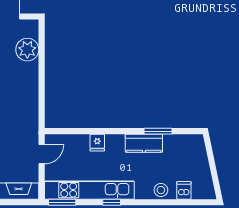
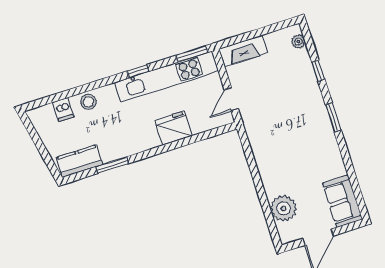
fridge: (97, 143) -> (173, 128), width x1.88, depth x1.34
kitchen counter: (144, 143) -> (80, 161), moved

